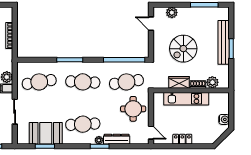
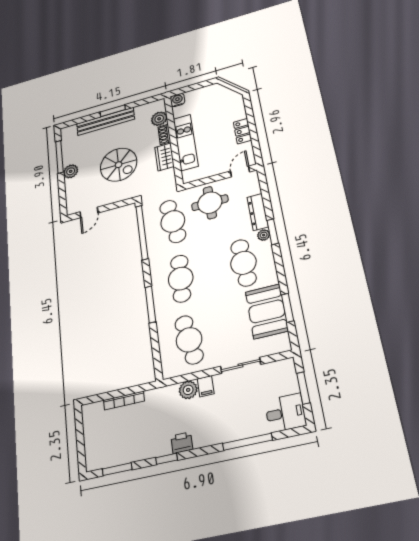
plant: (172, 13) -> (71, 171), moved
water cooler: (224, 119) -> (178, 100), moved

